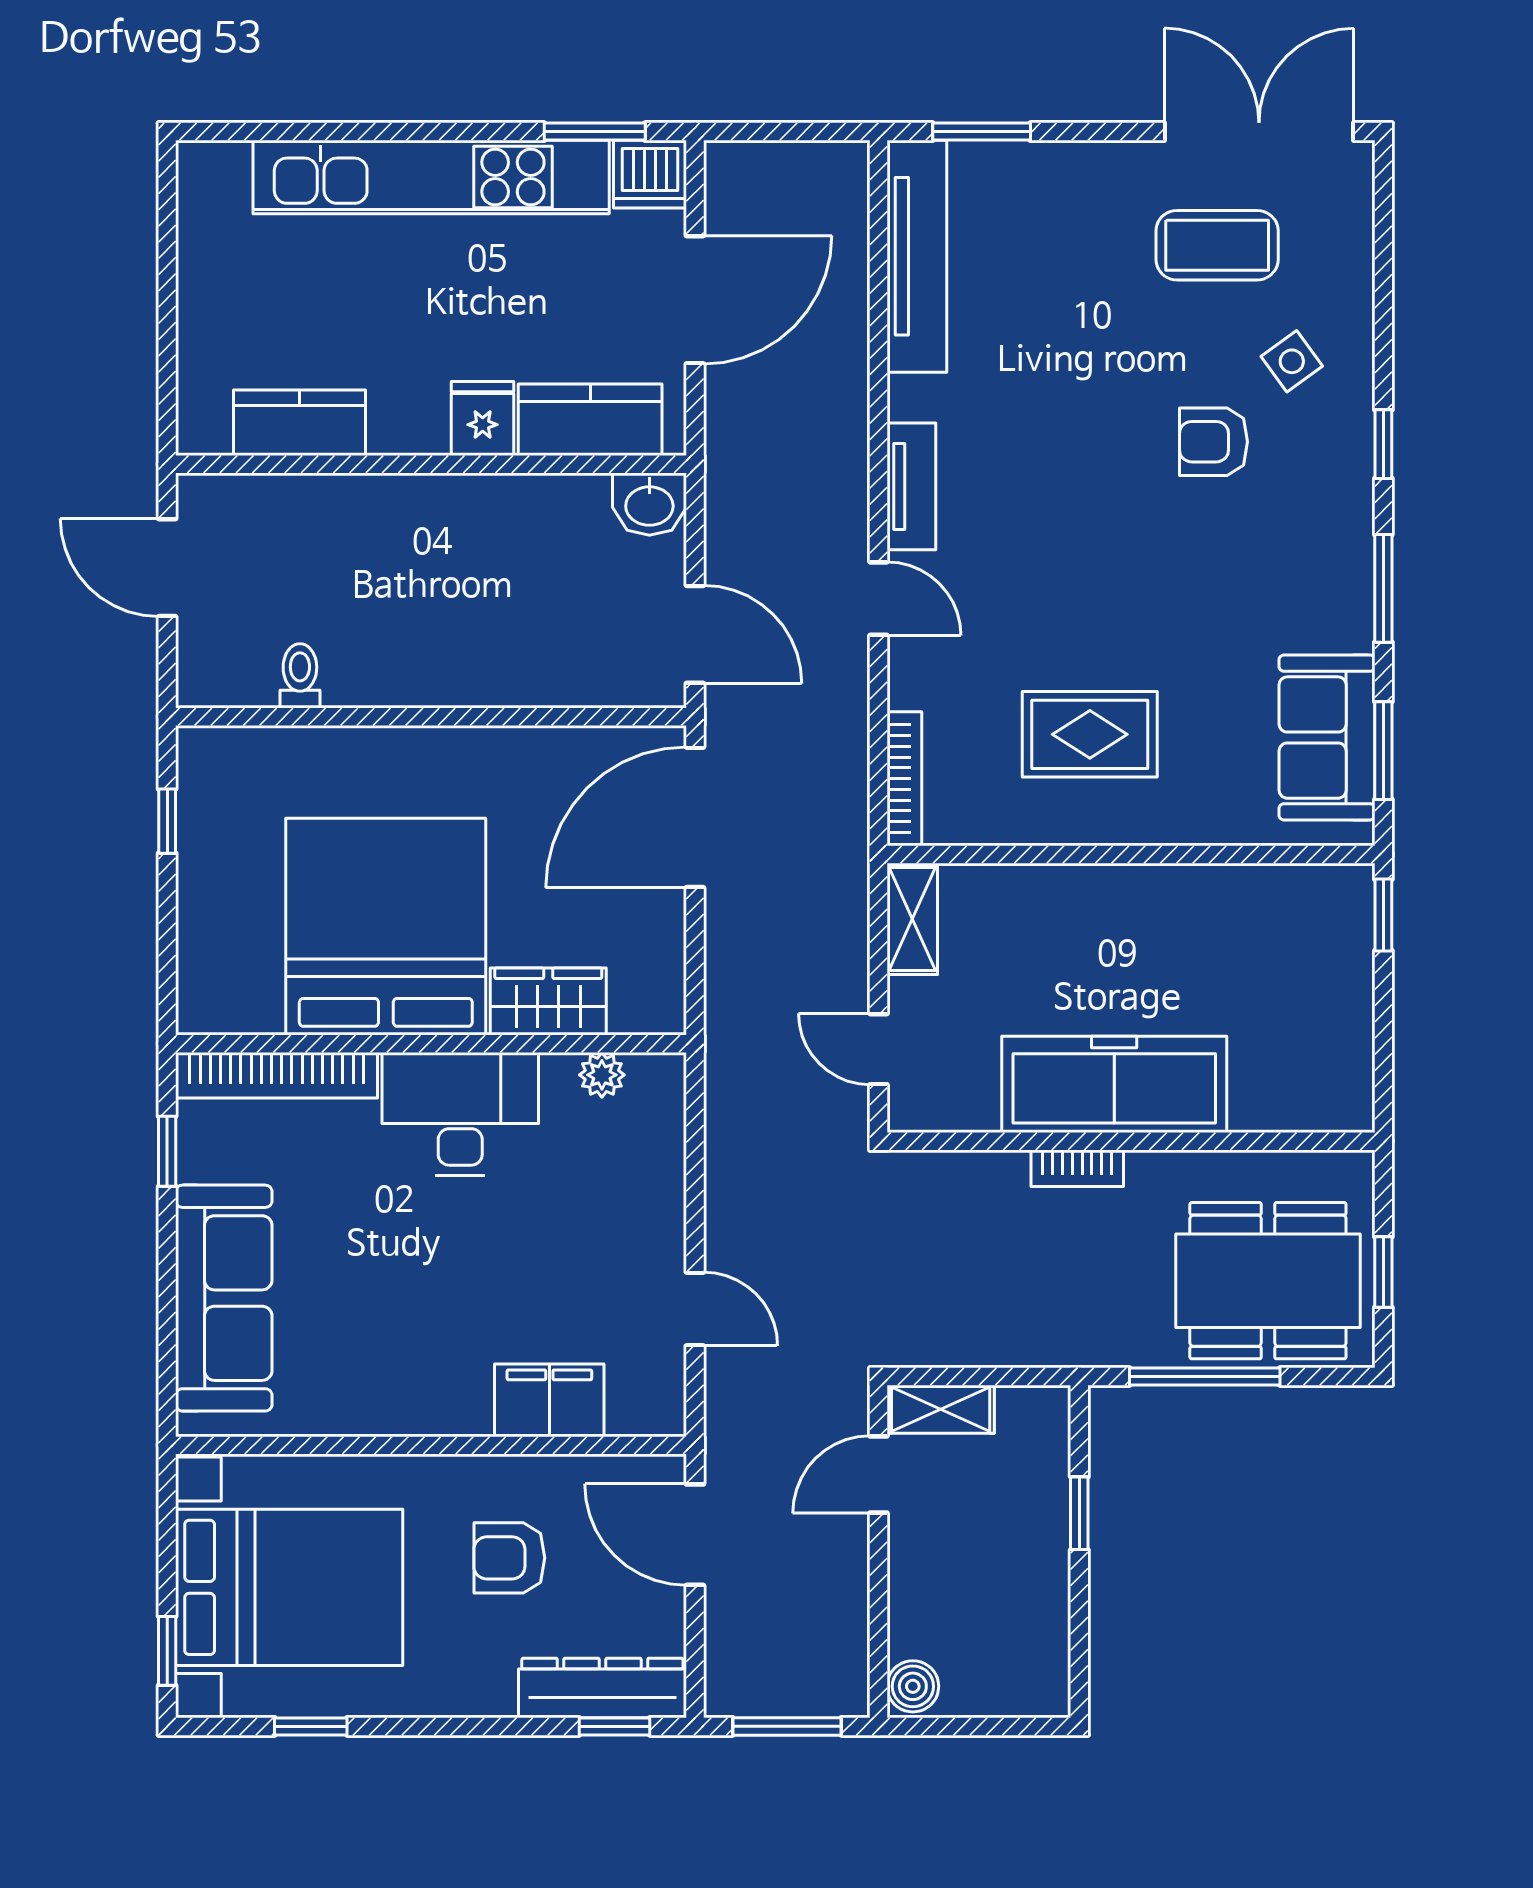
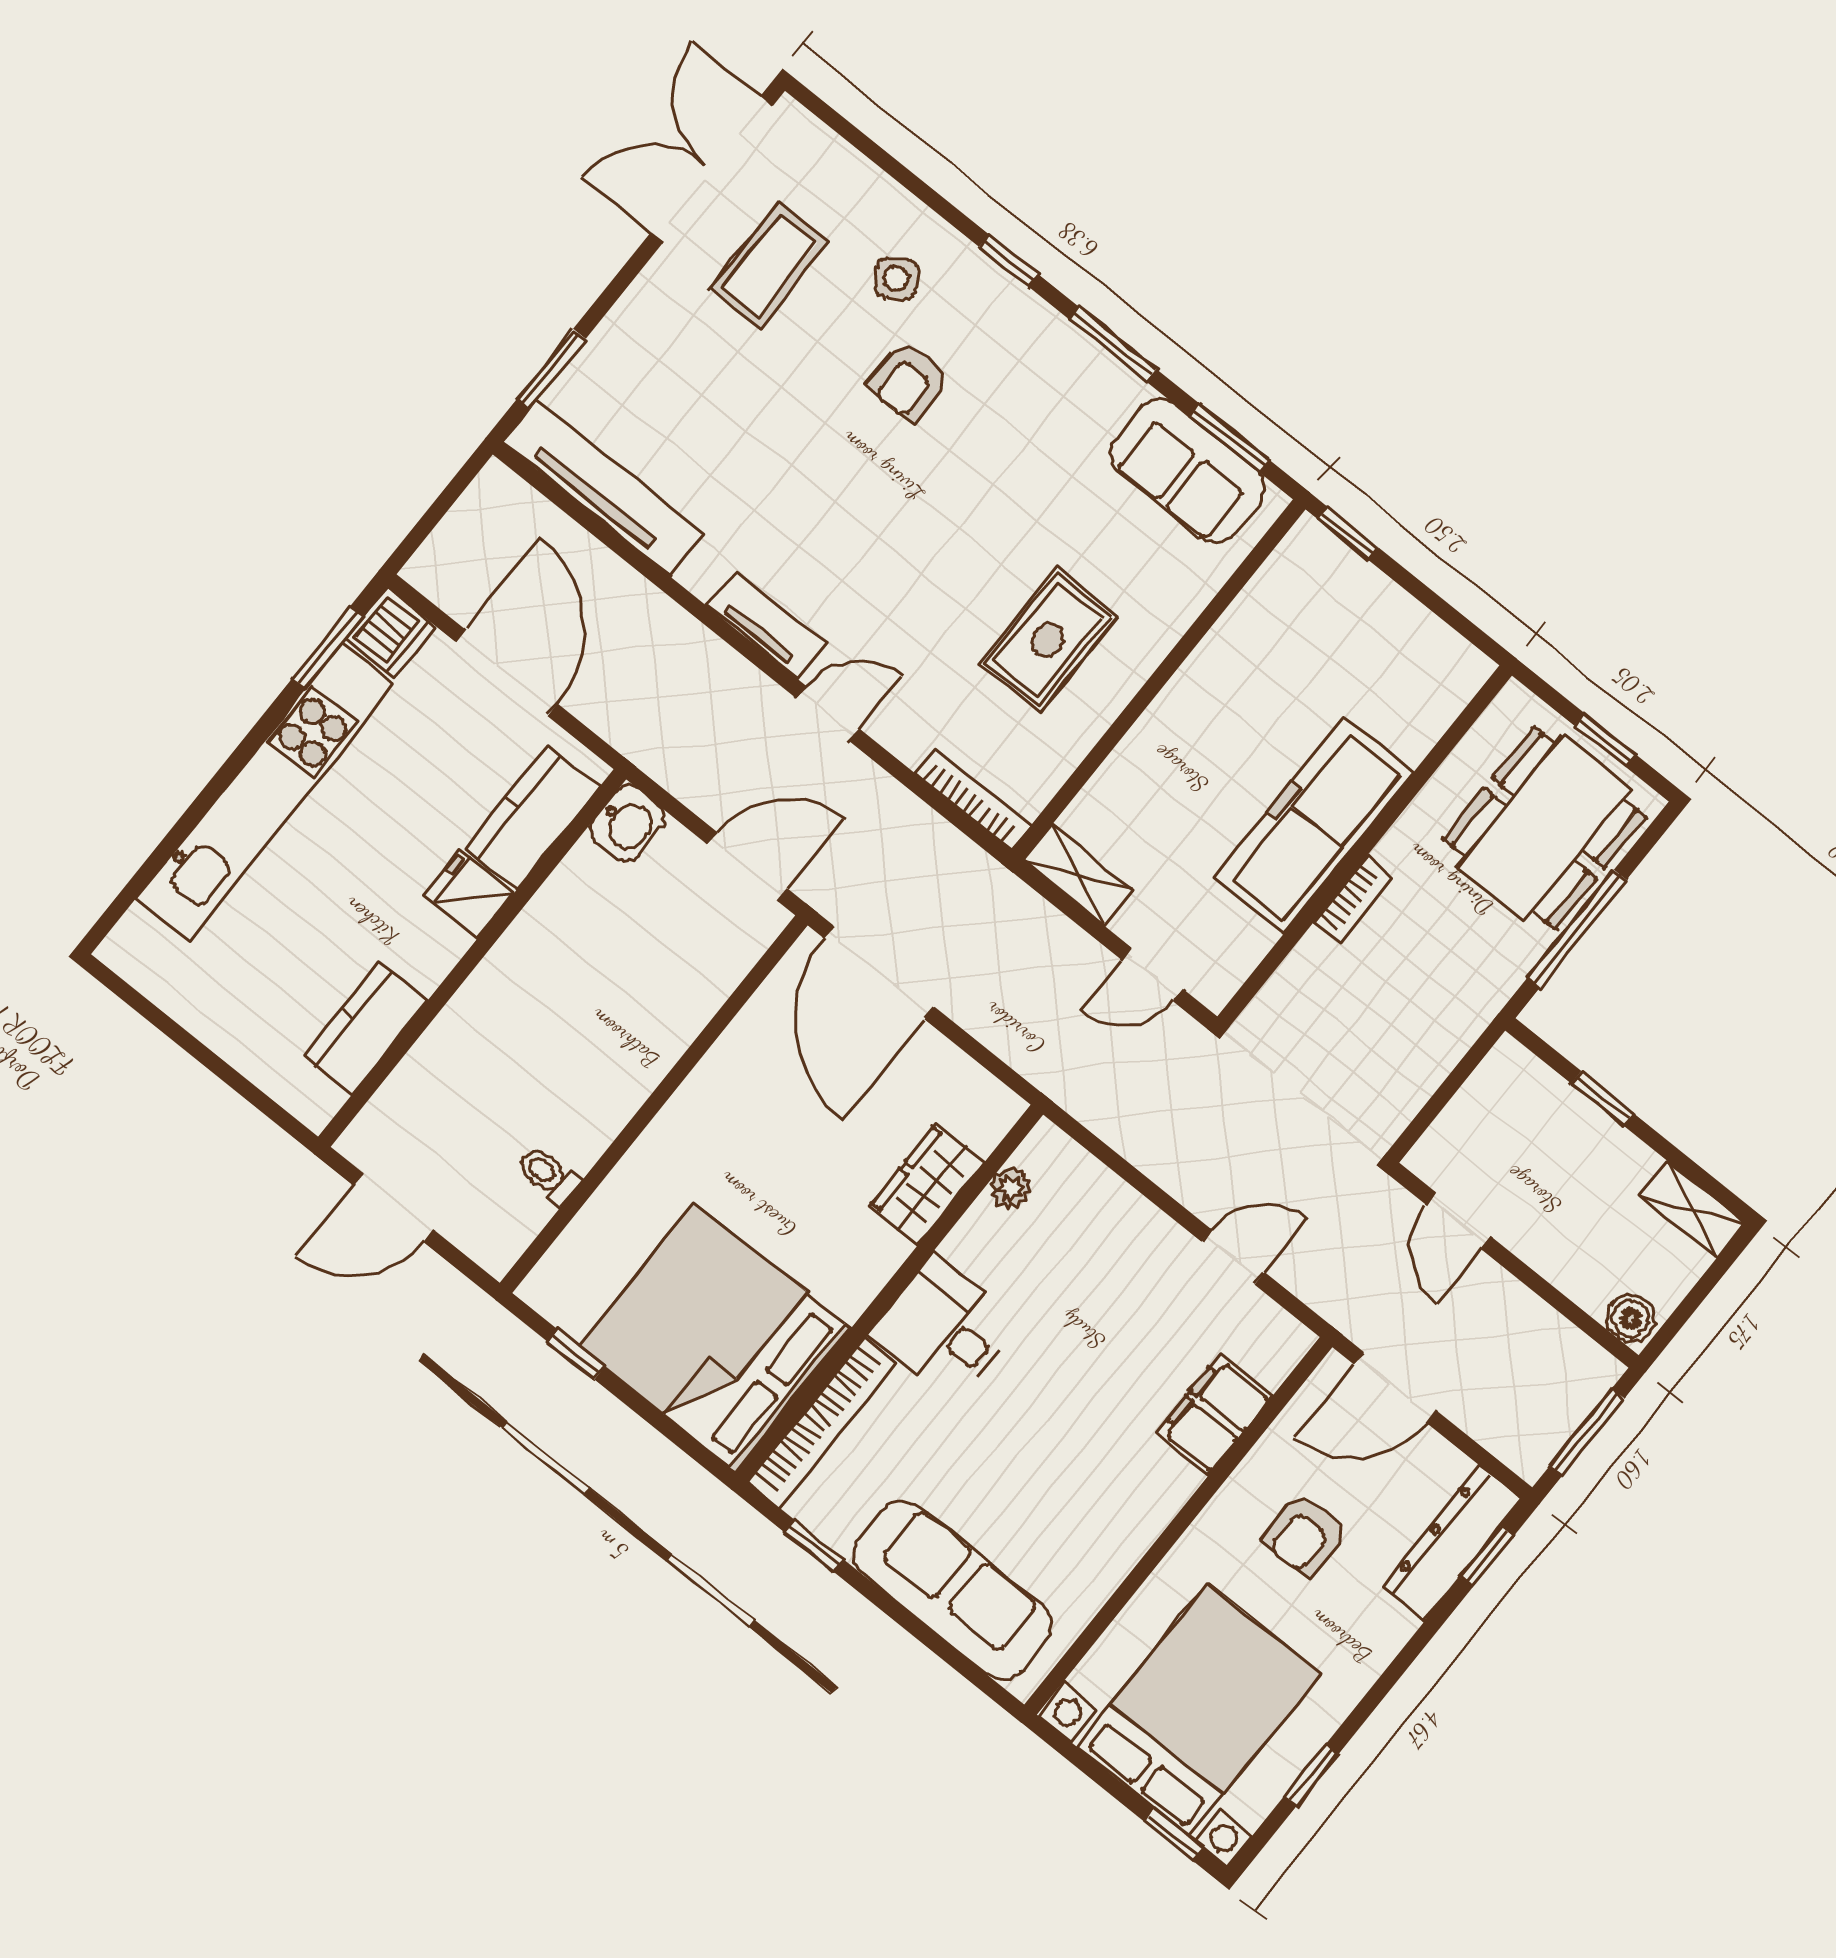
bed: (386, 927) -> (715, 1337), moved
desk: (460, 1114) -> (944, 1328), width x0.73
shelving: (941, 1409) -> (1692, 1209), moved, turned 90

